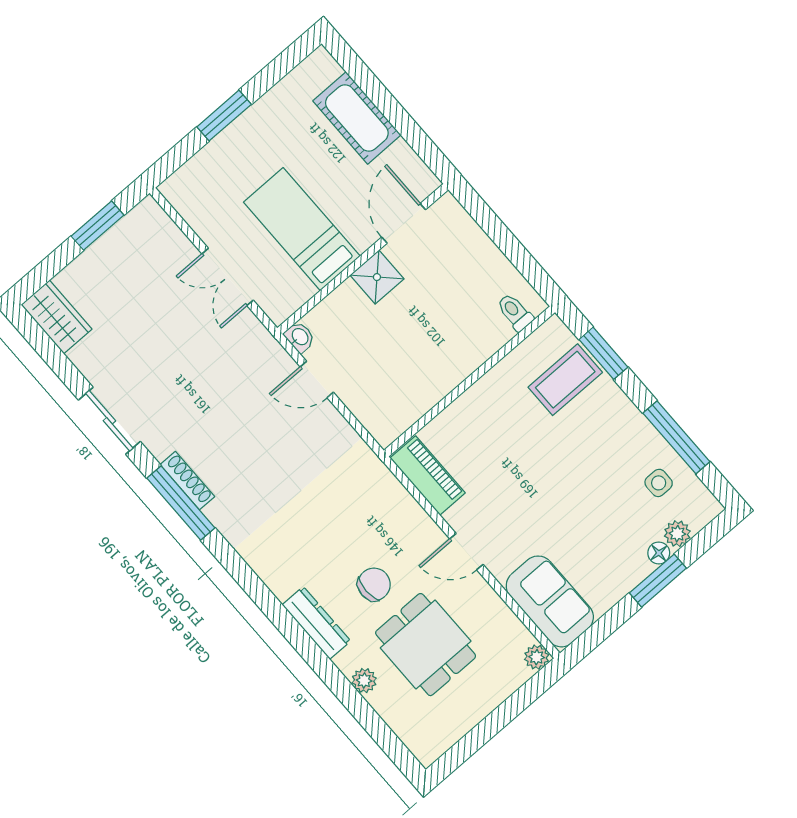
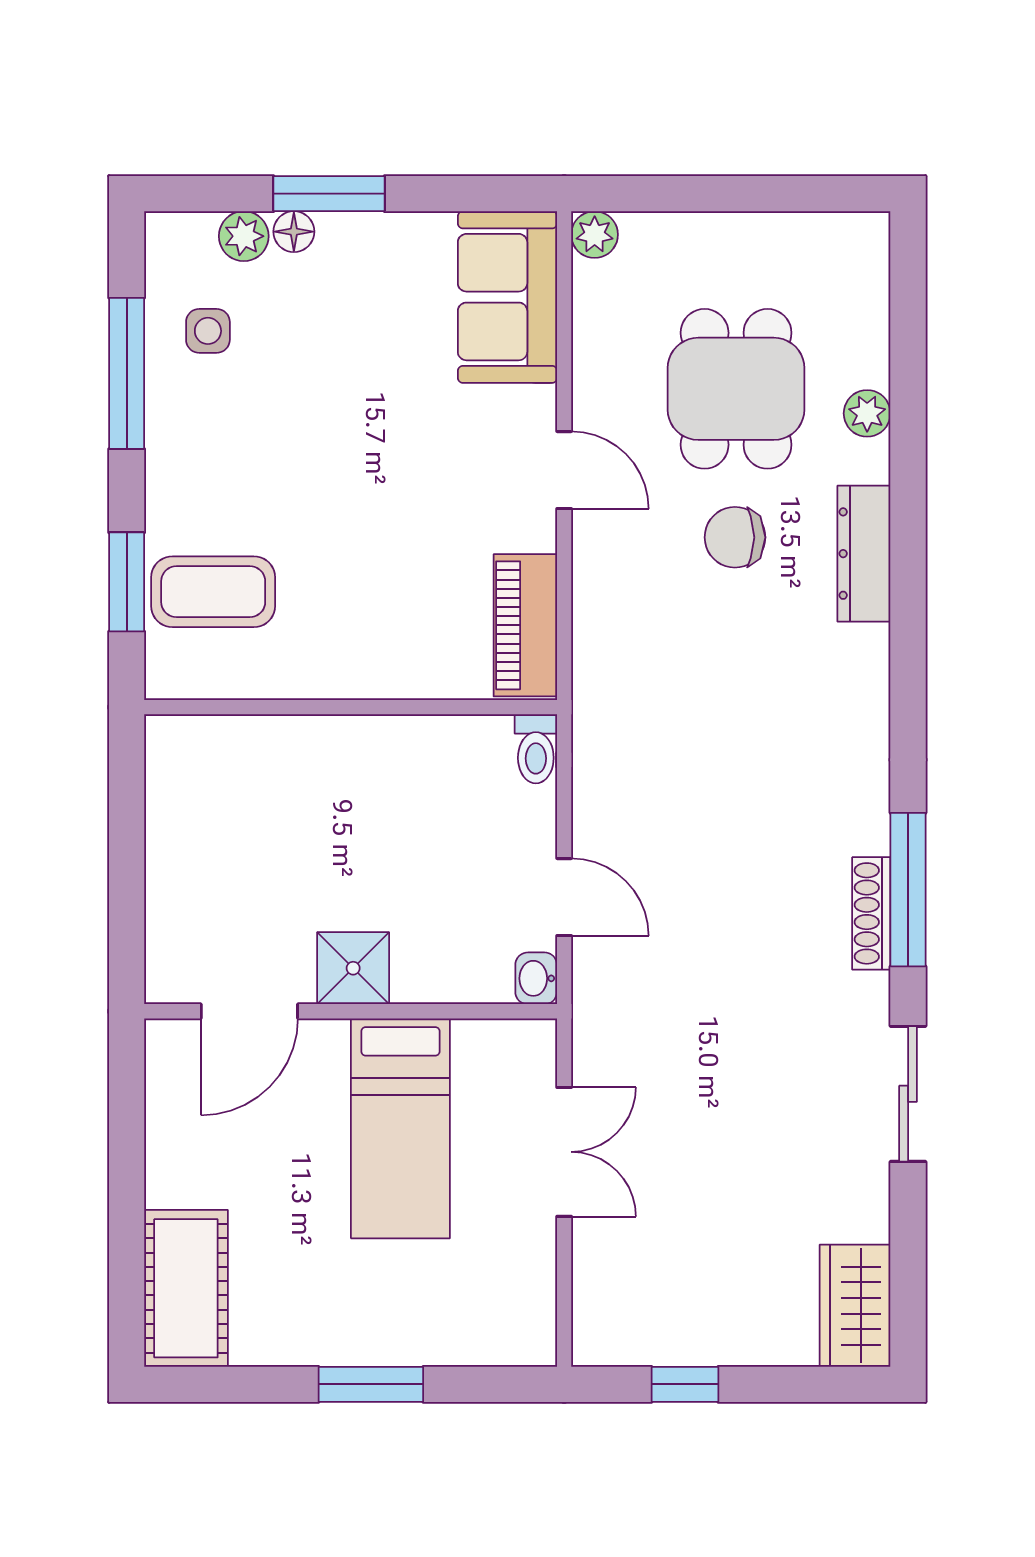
cot: (357, 118) -> (186, 1288), moved
window: (98, 226) -> (685, 1384), width x0.67
toilet: (515, 312) -> (536, 749), moved

